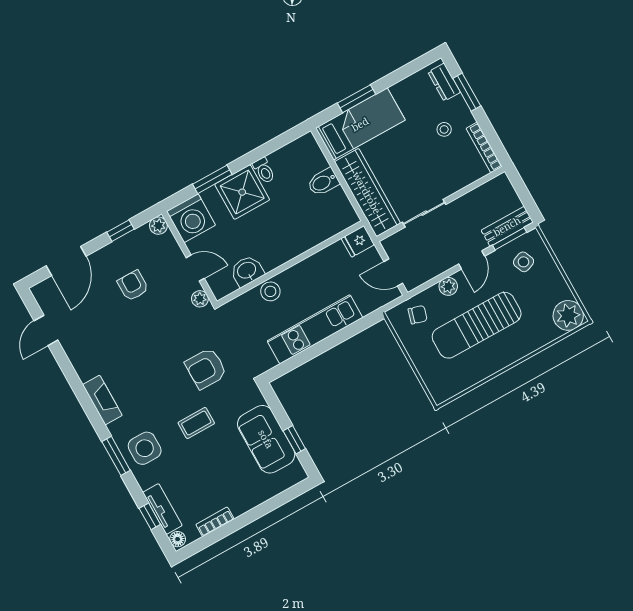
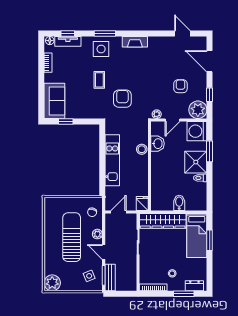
plant: (158, 226) -> (198, 110), width x1.88, depth x1.88
armchair: (133, 286) -> (180, 86), turned -90
sofa: (266, 439) -> (54, 101), moved, turned 90

